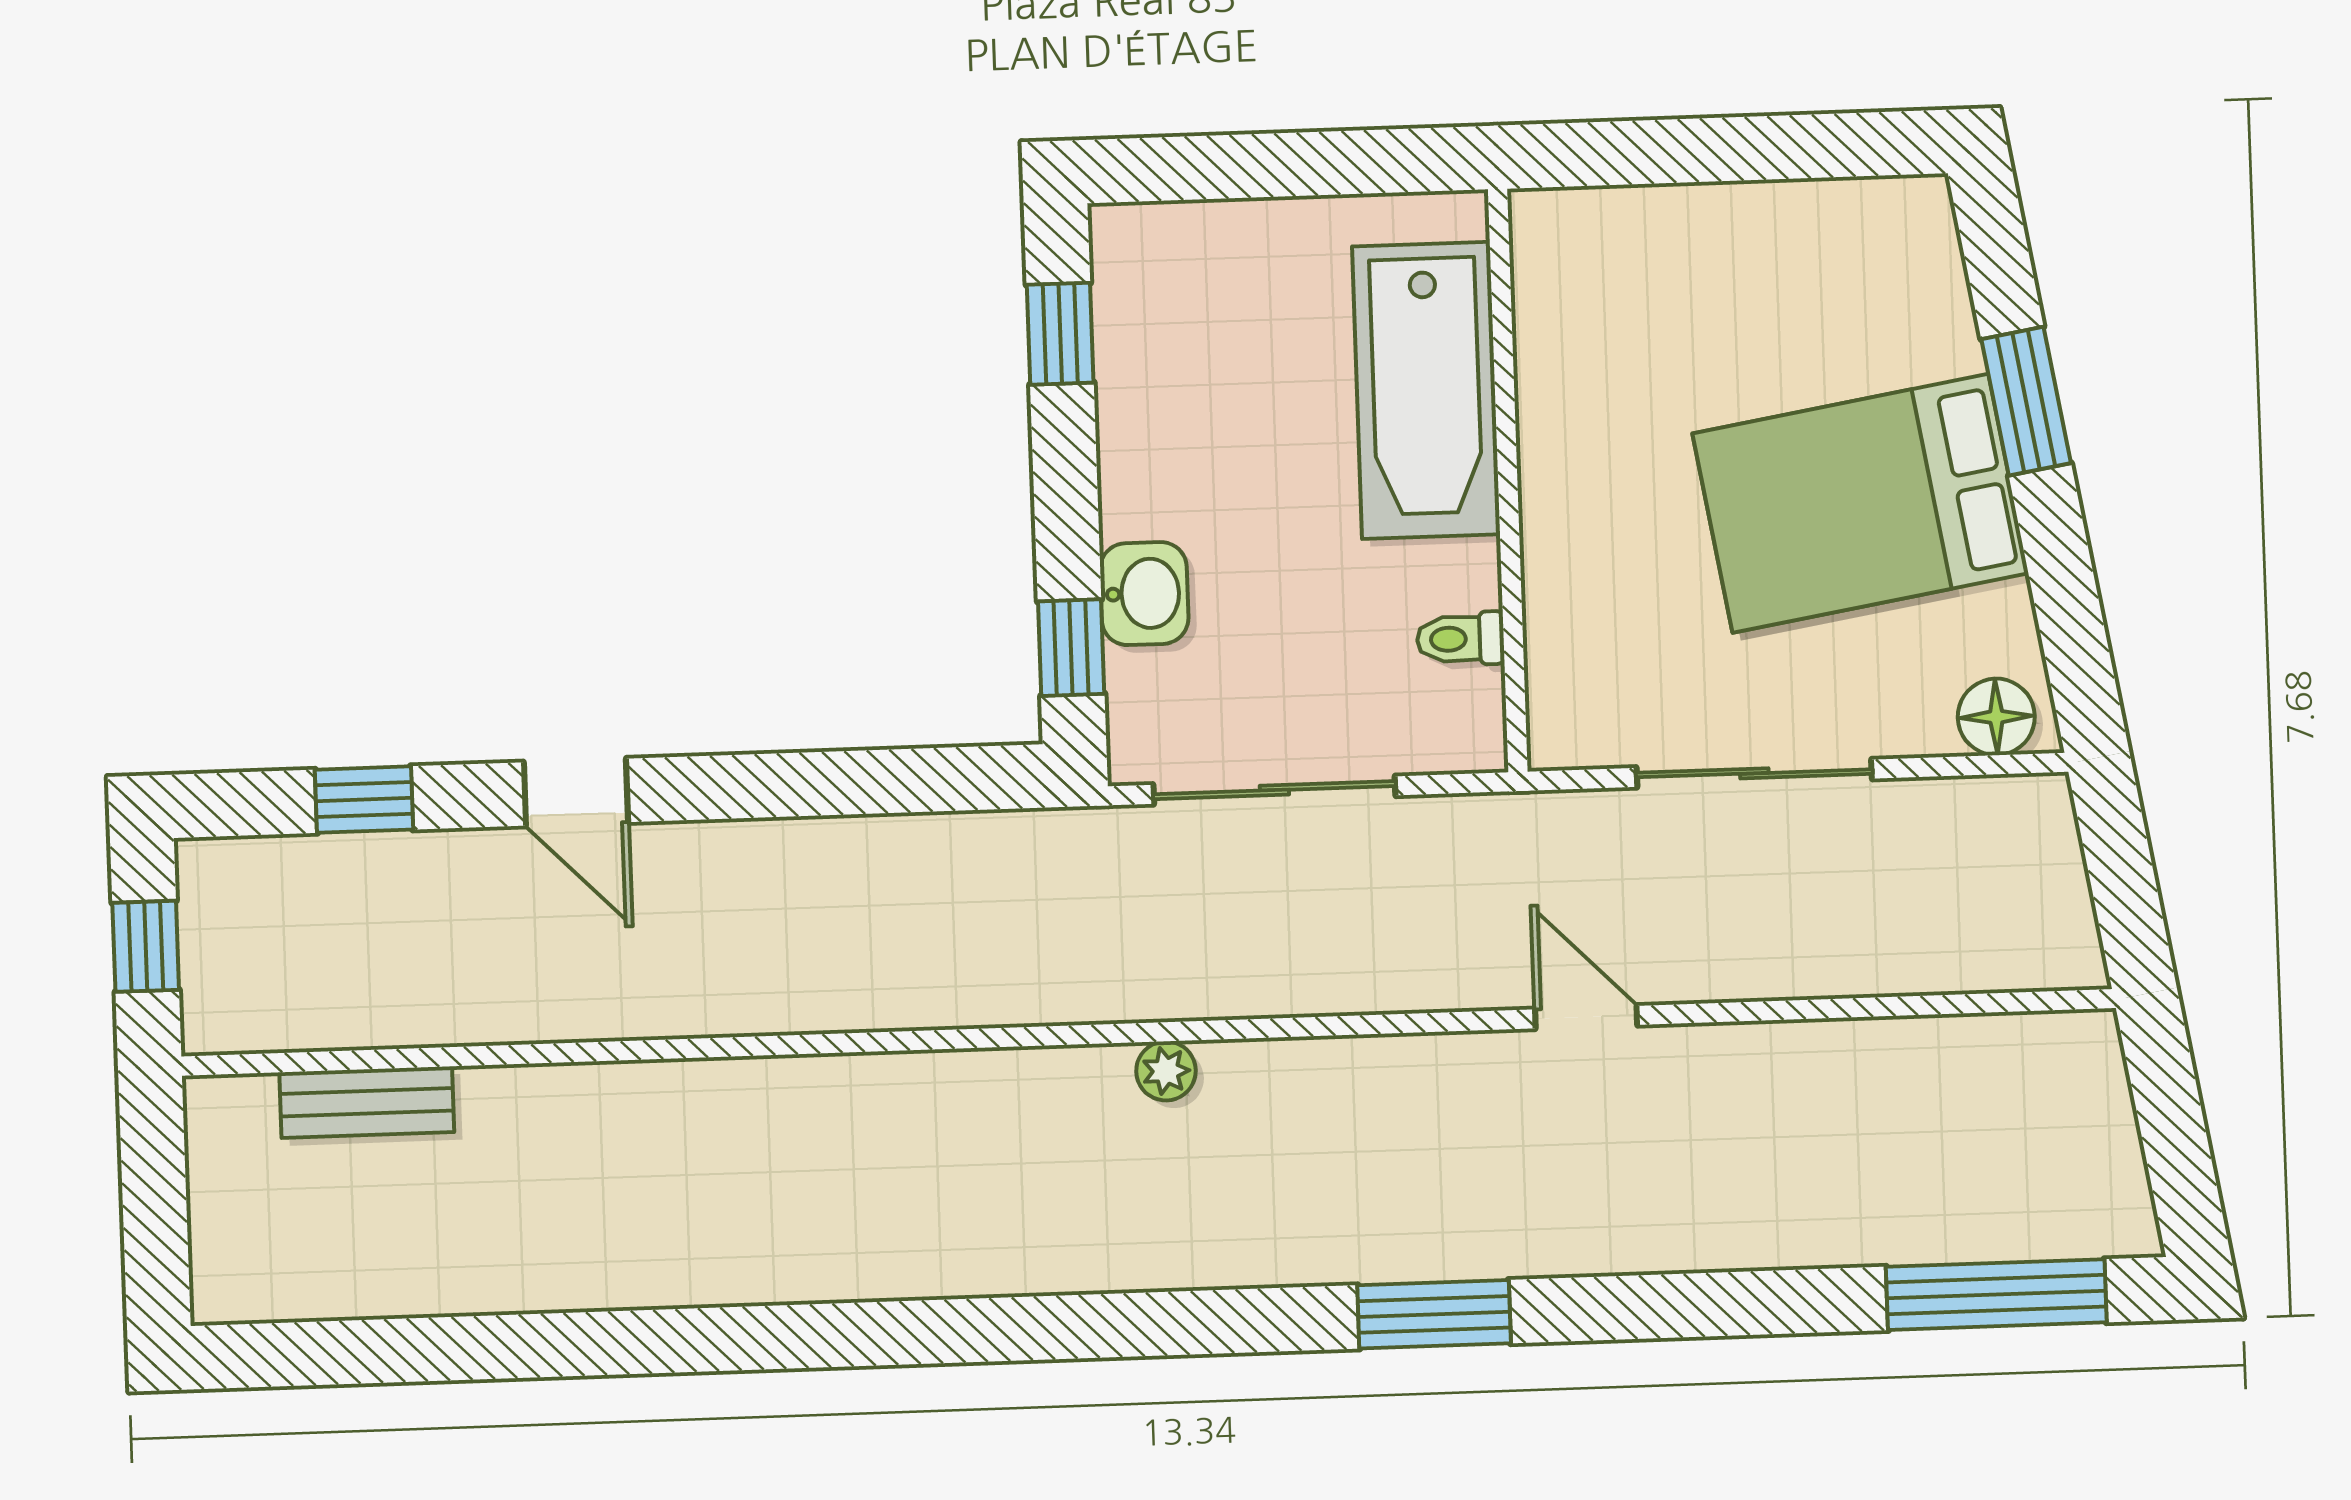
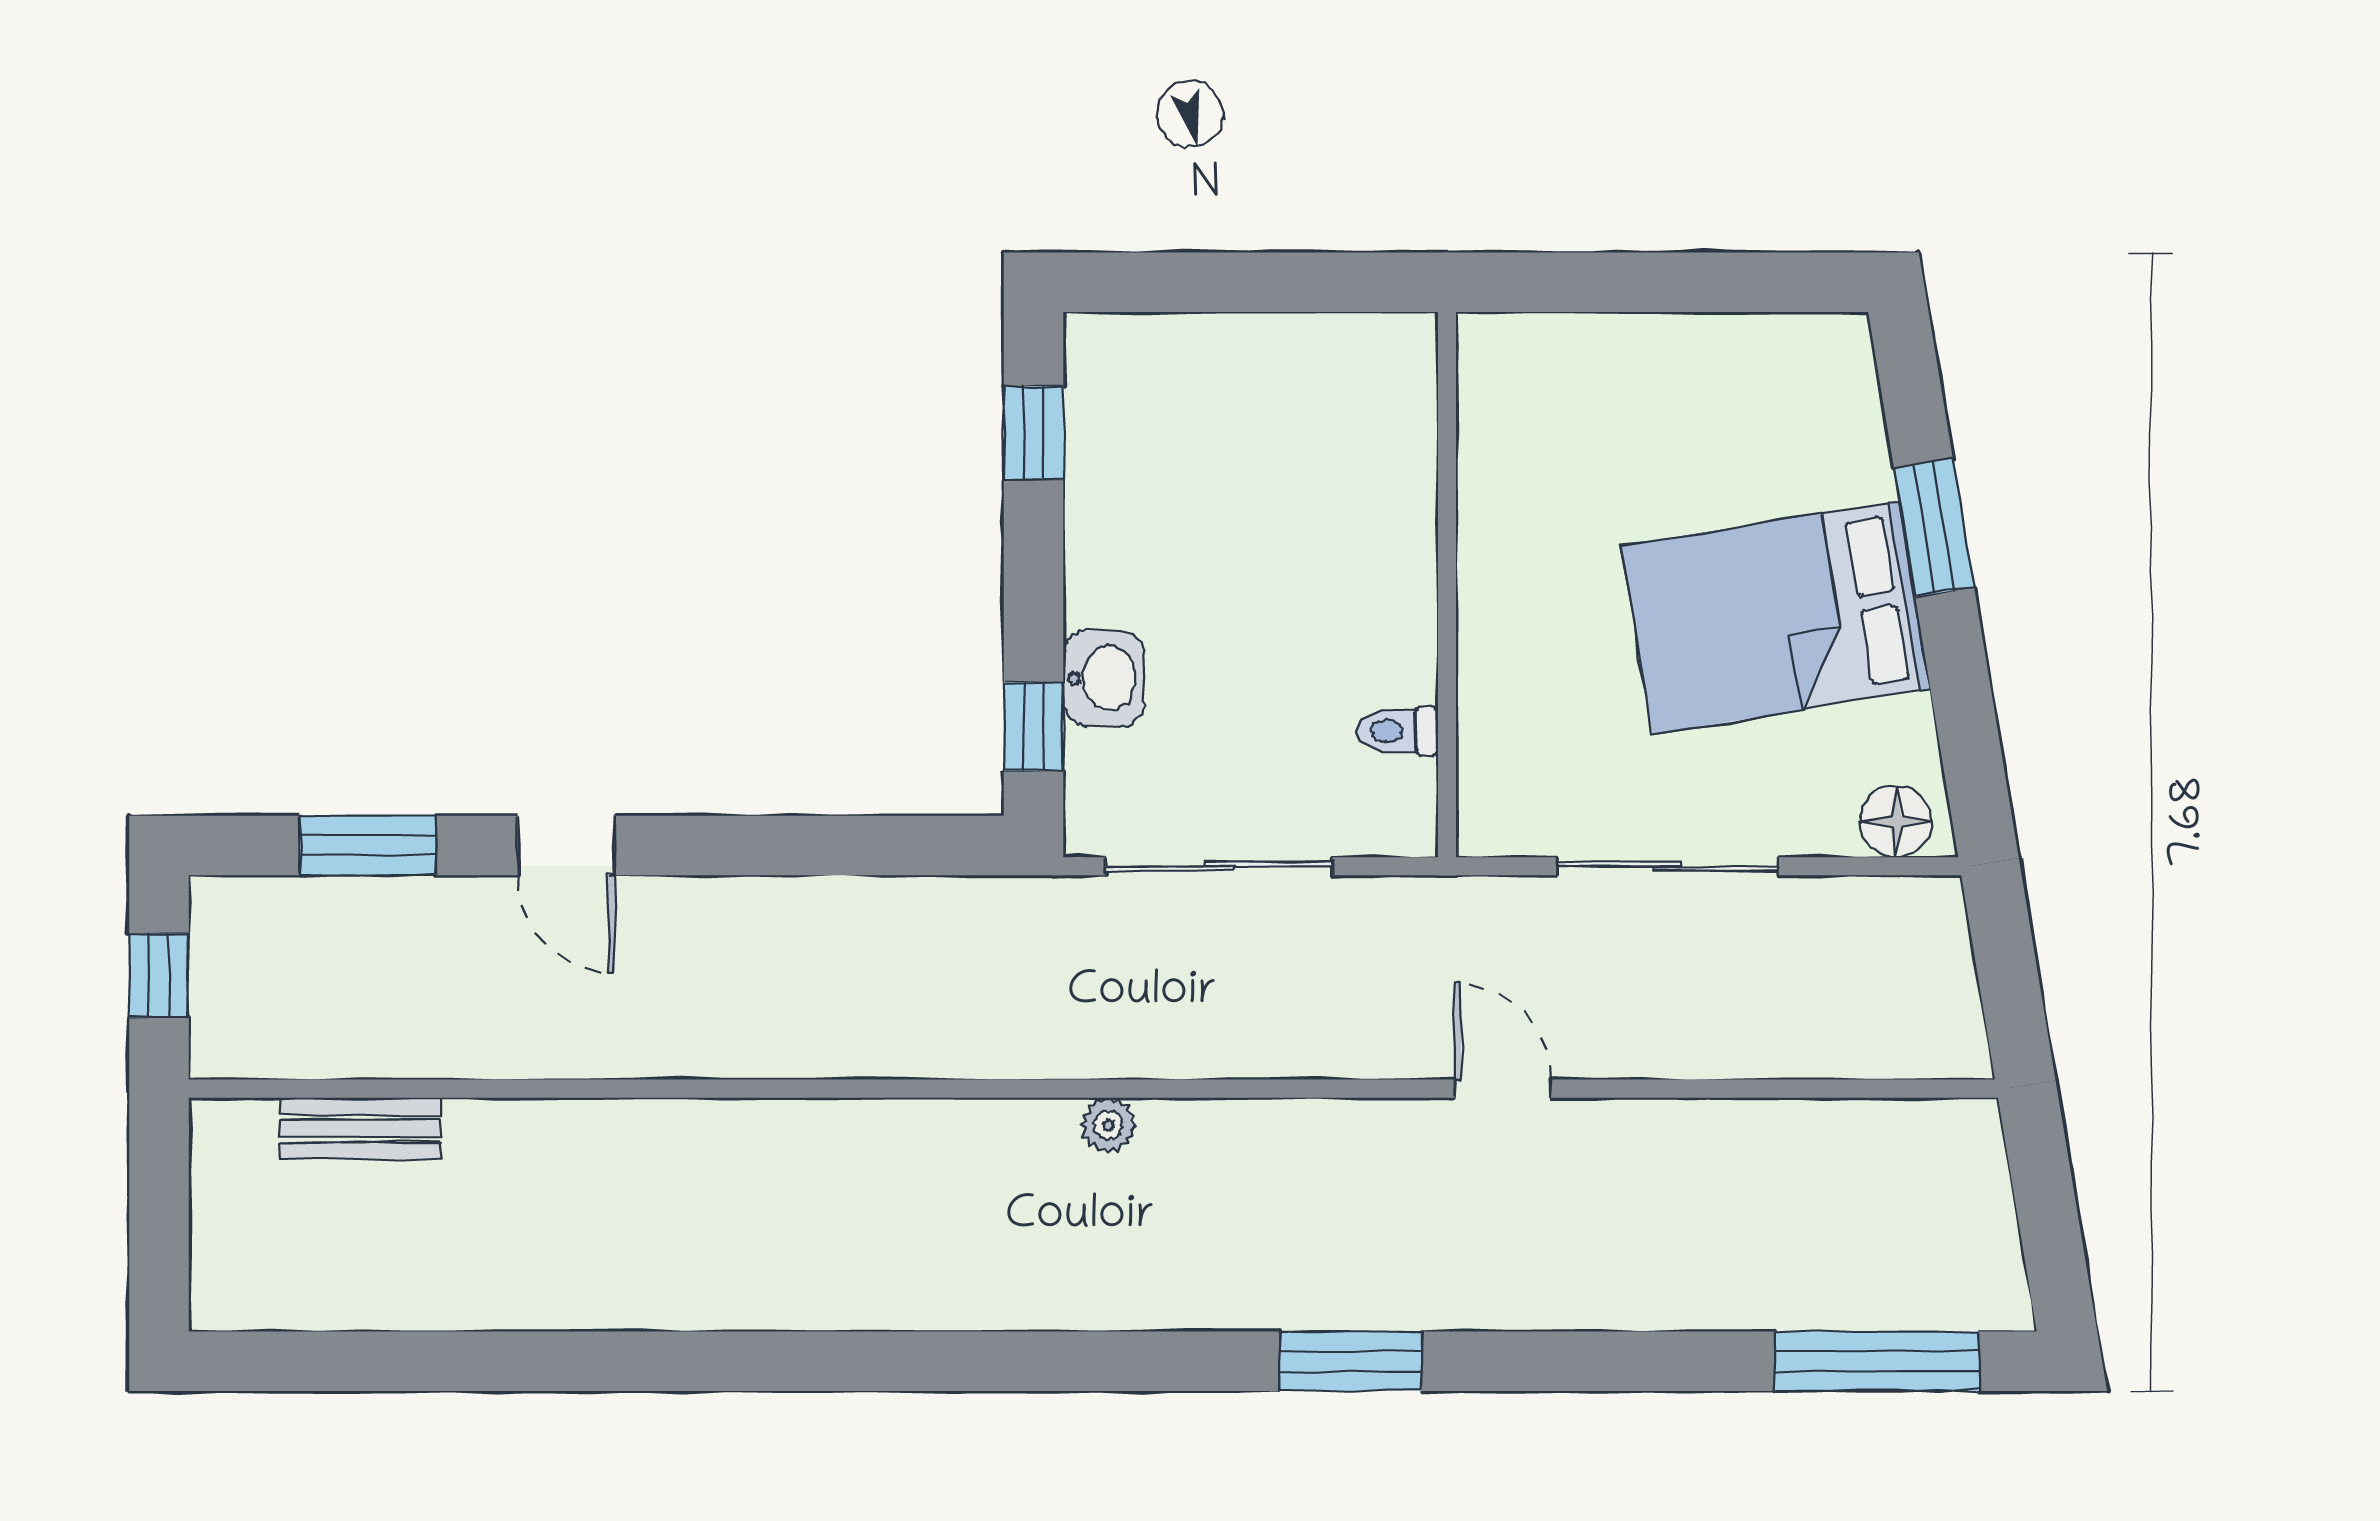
bathtub: (1426, 390) -> (1374, 498), removed
window: (364, 800) -> (368, 846), width x1.50

